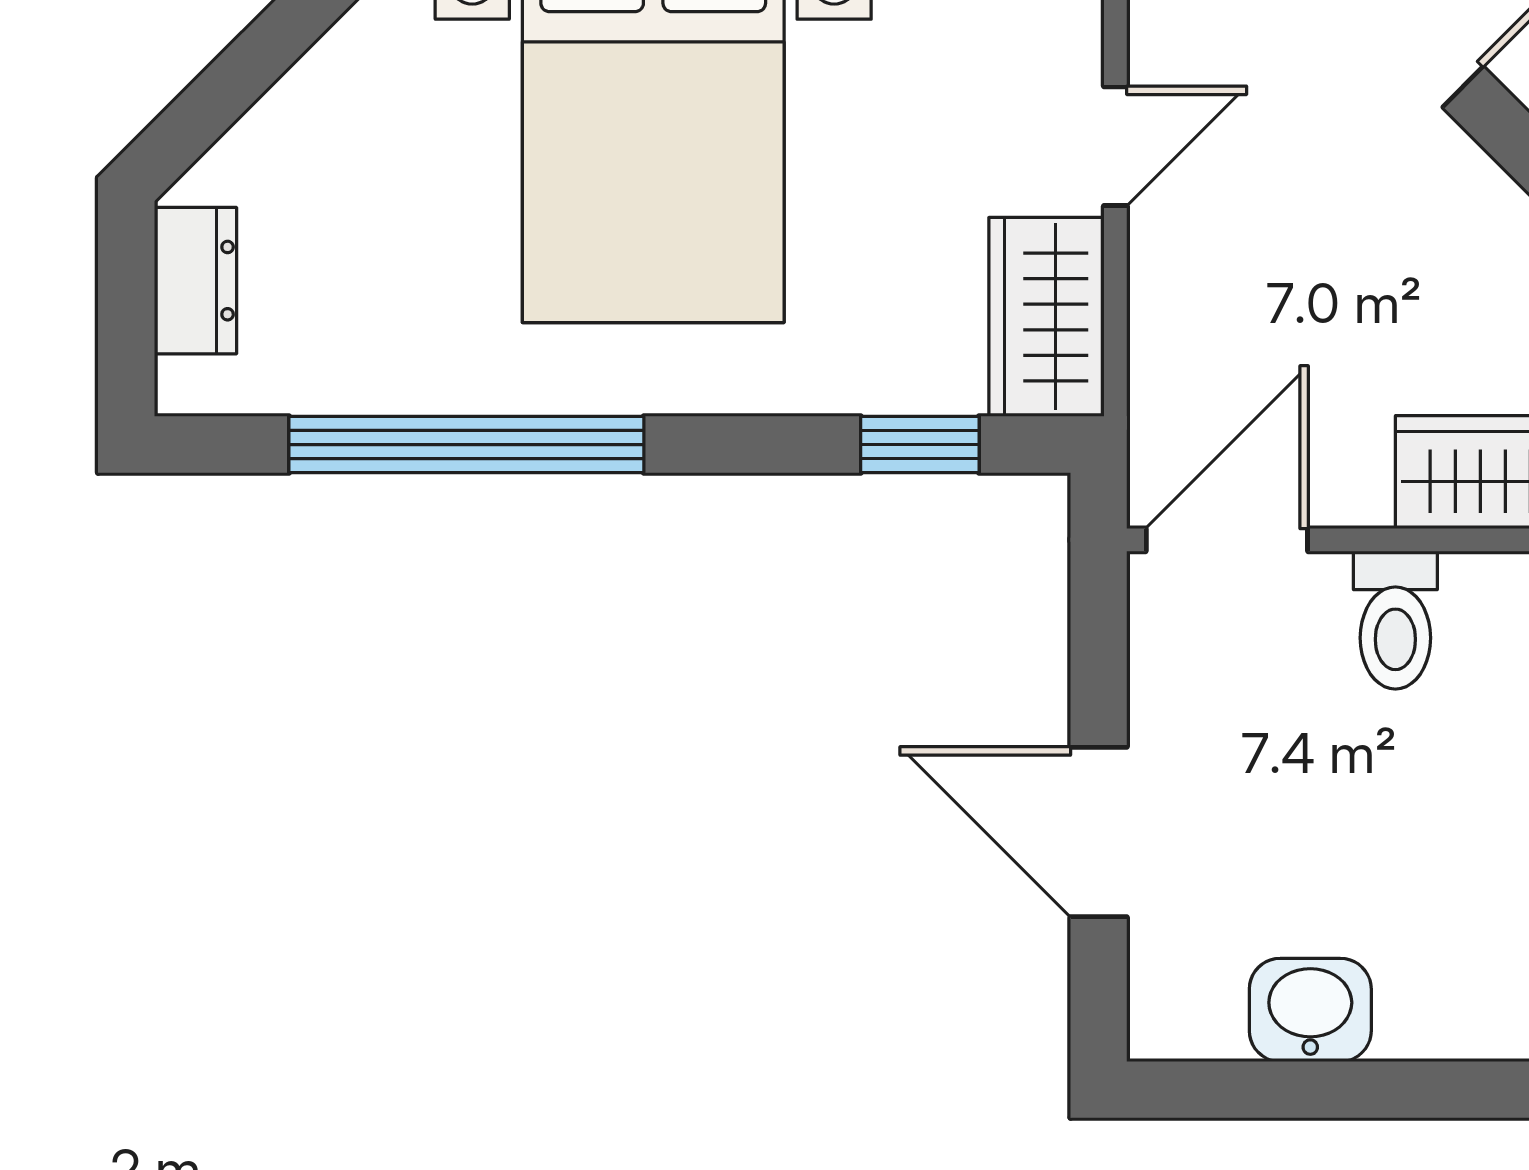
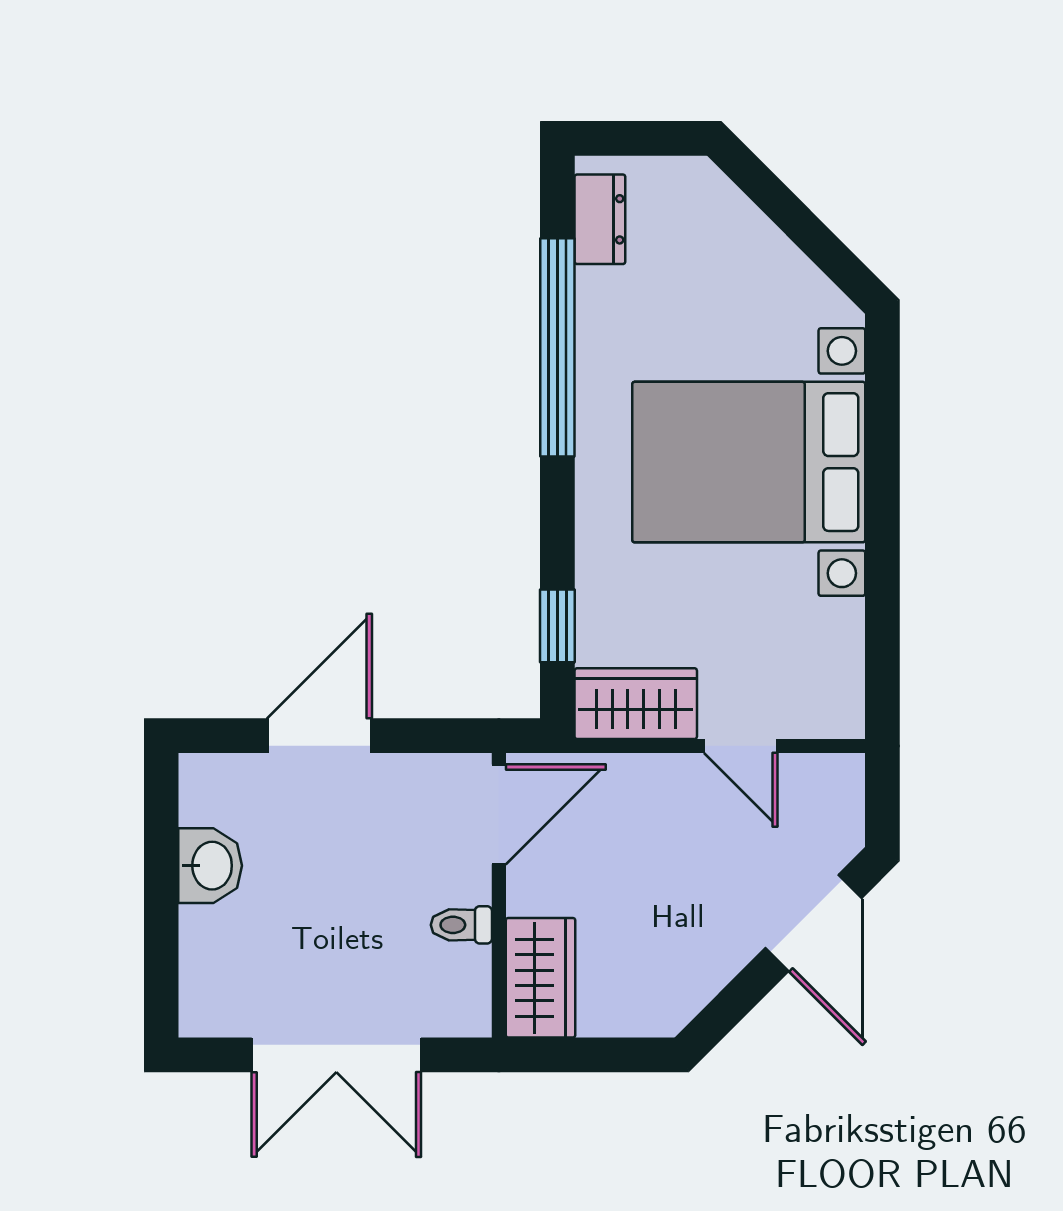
dresser: (195, 281) -> (600, 219), moved, turned -90
door: (1227, 540) -> (499, 814), hinge flipped
toilet: (1395, 620) -> (461, 925), width x0.73, depth x0.72

